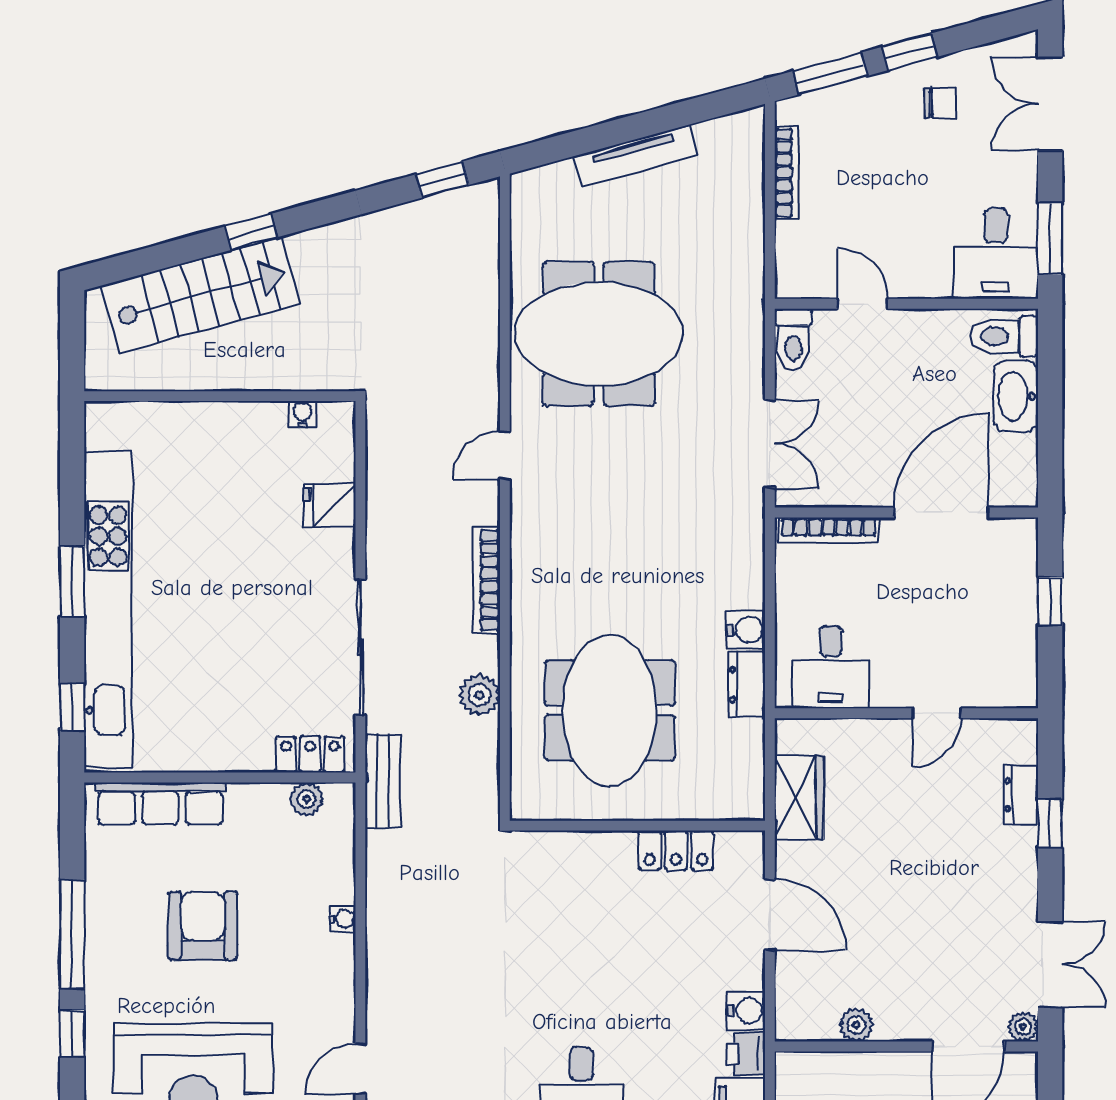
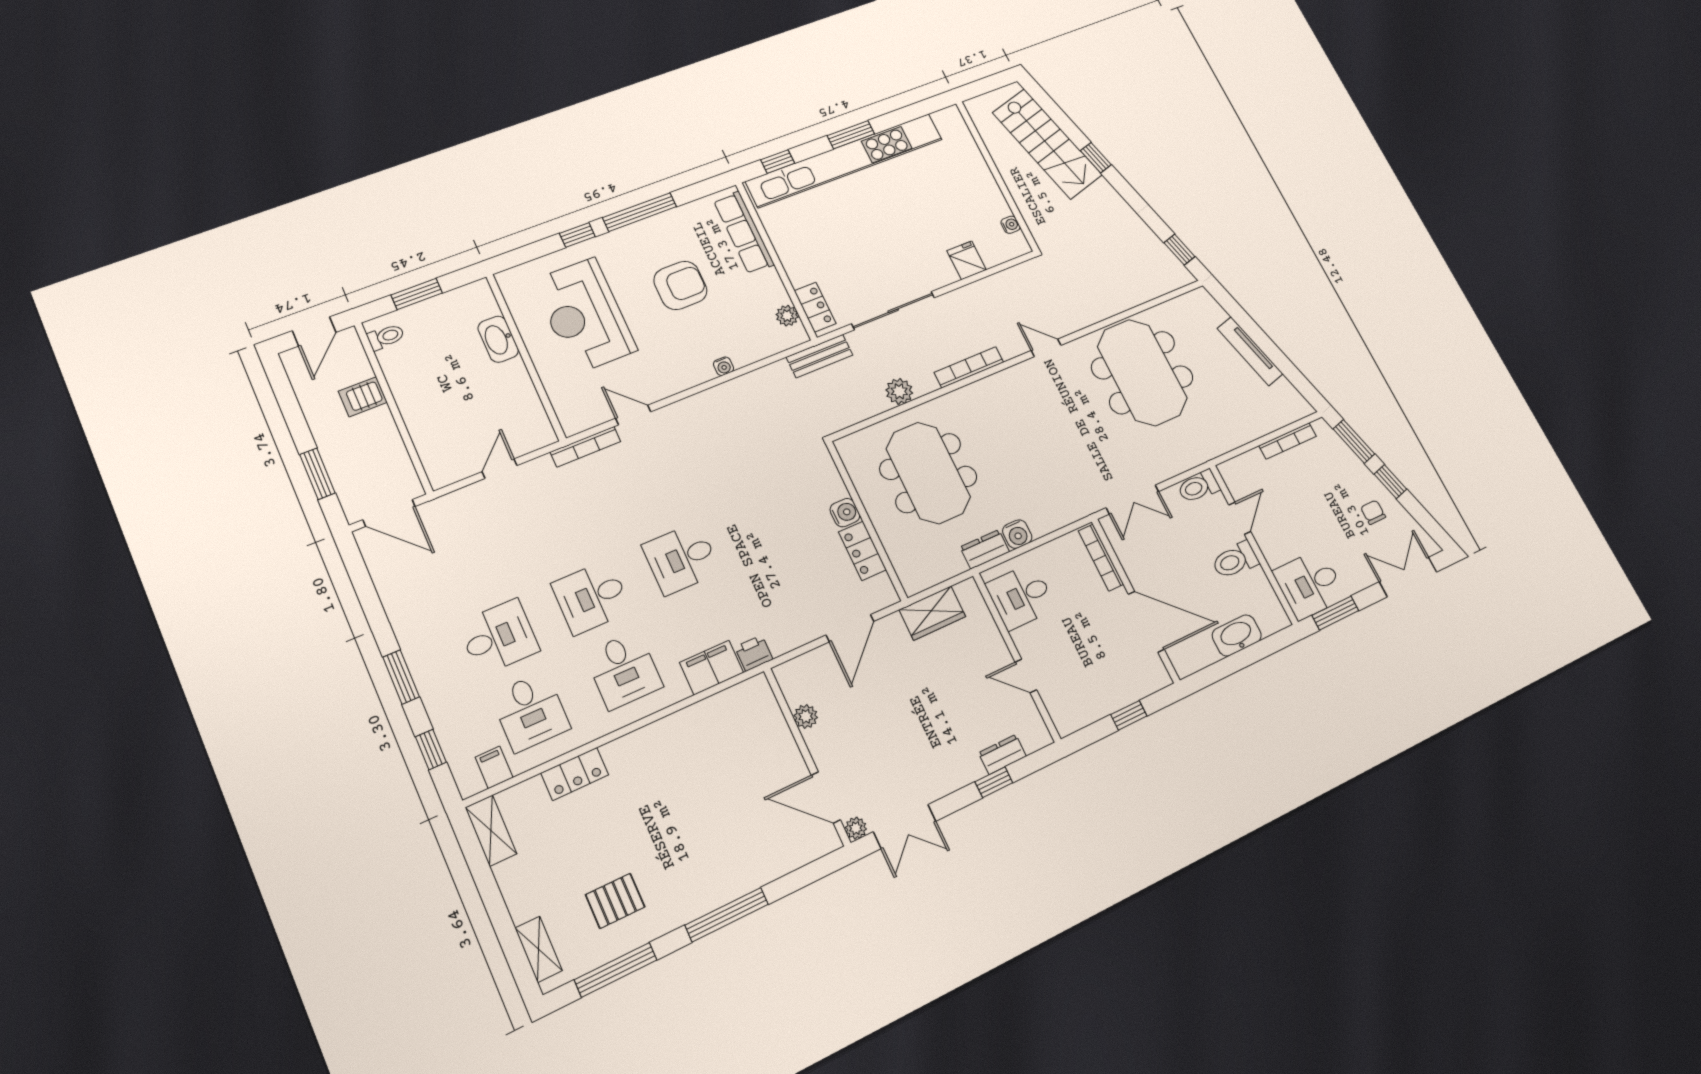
chair: (940, 103) -> (1373, 512), turned 180
toilet: (1004, 336) -> (1235, 560), moved, turned -90
meeting table: (610, 710) -> (928, 473), turned 90
water cooler: (746, 1011) -> (845, 513), moved, turned -90

